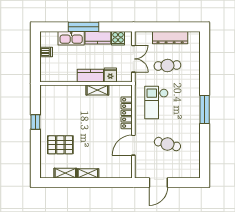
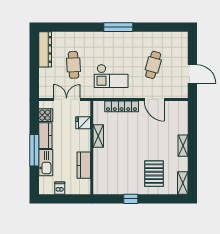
dresser: (170, 38) -> (45, 49), moved
kitchen counter: (90, 76) -> (84, 165), moved
shelving: (65, 173) -> (183, 183), moved

